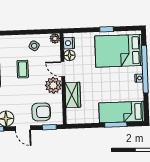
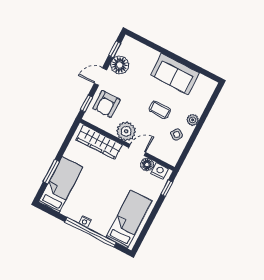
window: (107, 29) -> (167, 188), moved
plant: (55, 39) -> (193, 120), moved
bed: (119, 51) -> (129, 219), width x0.67
wardrobe: (73, 95) -> (99, 142), width x1.50

